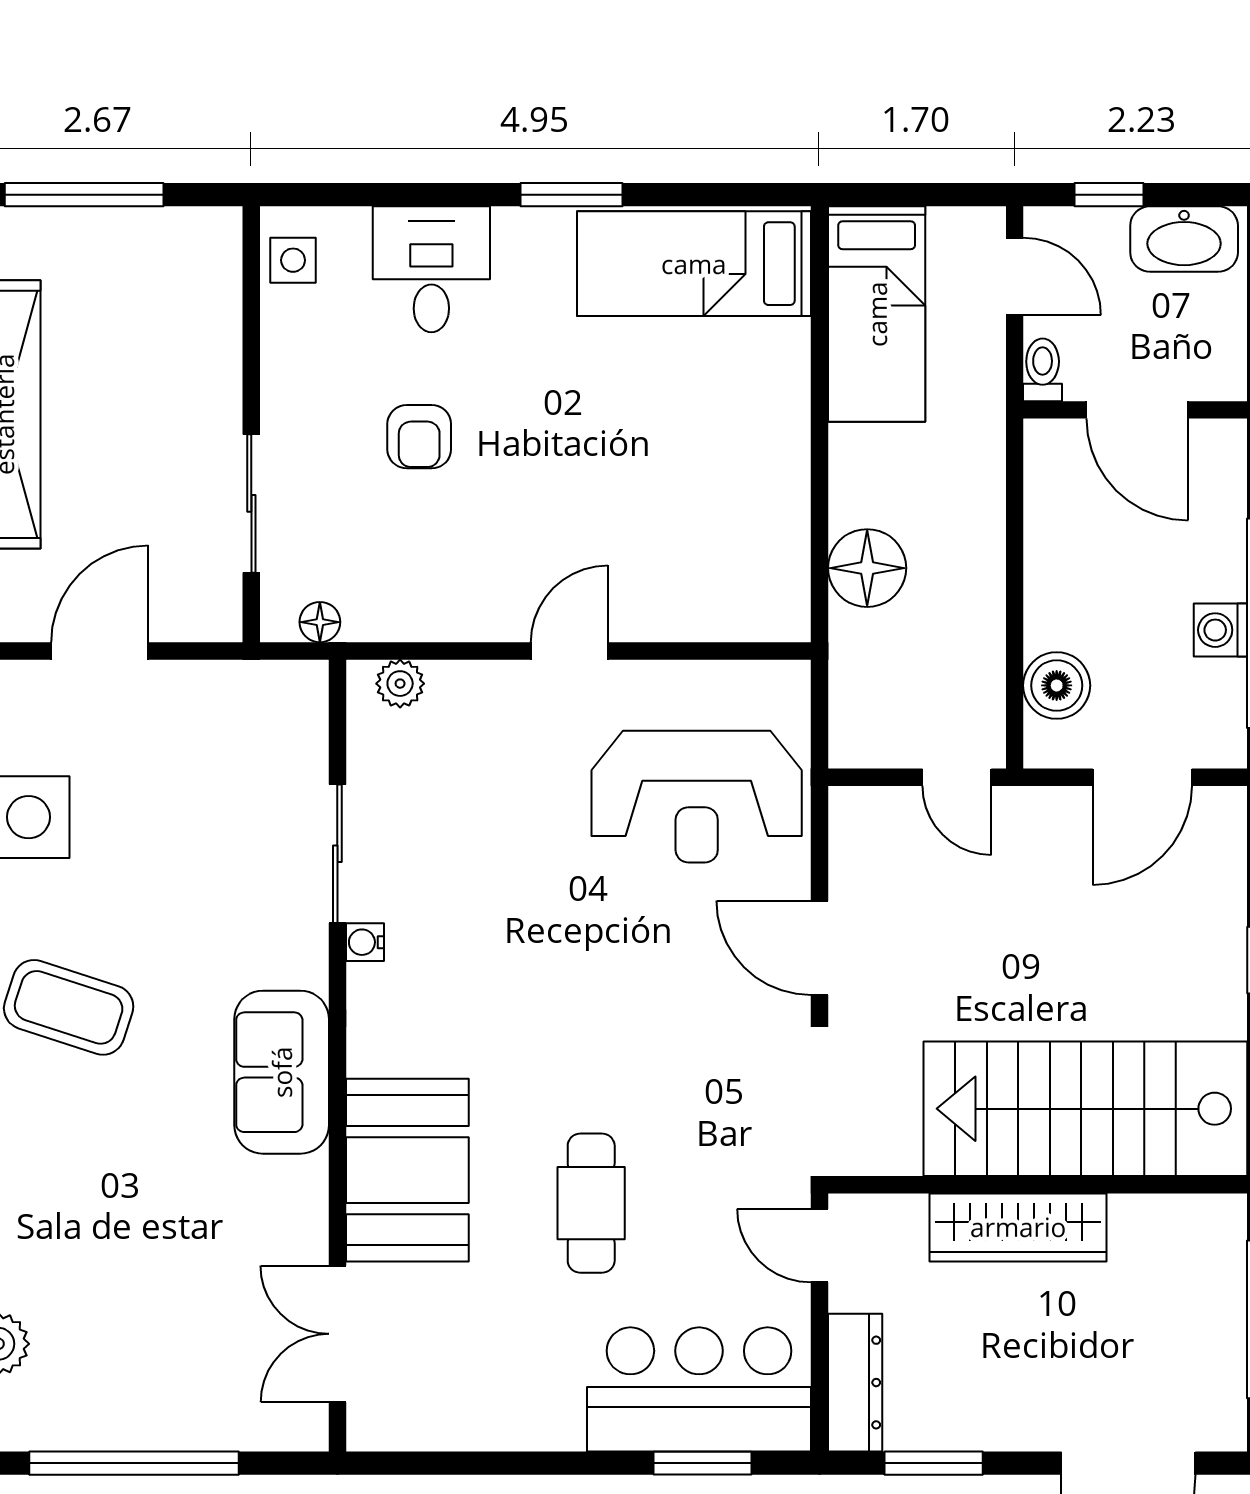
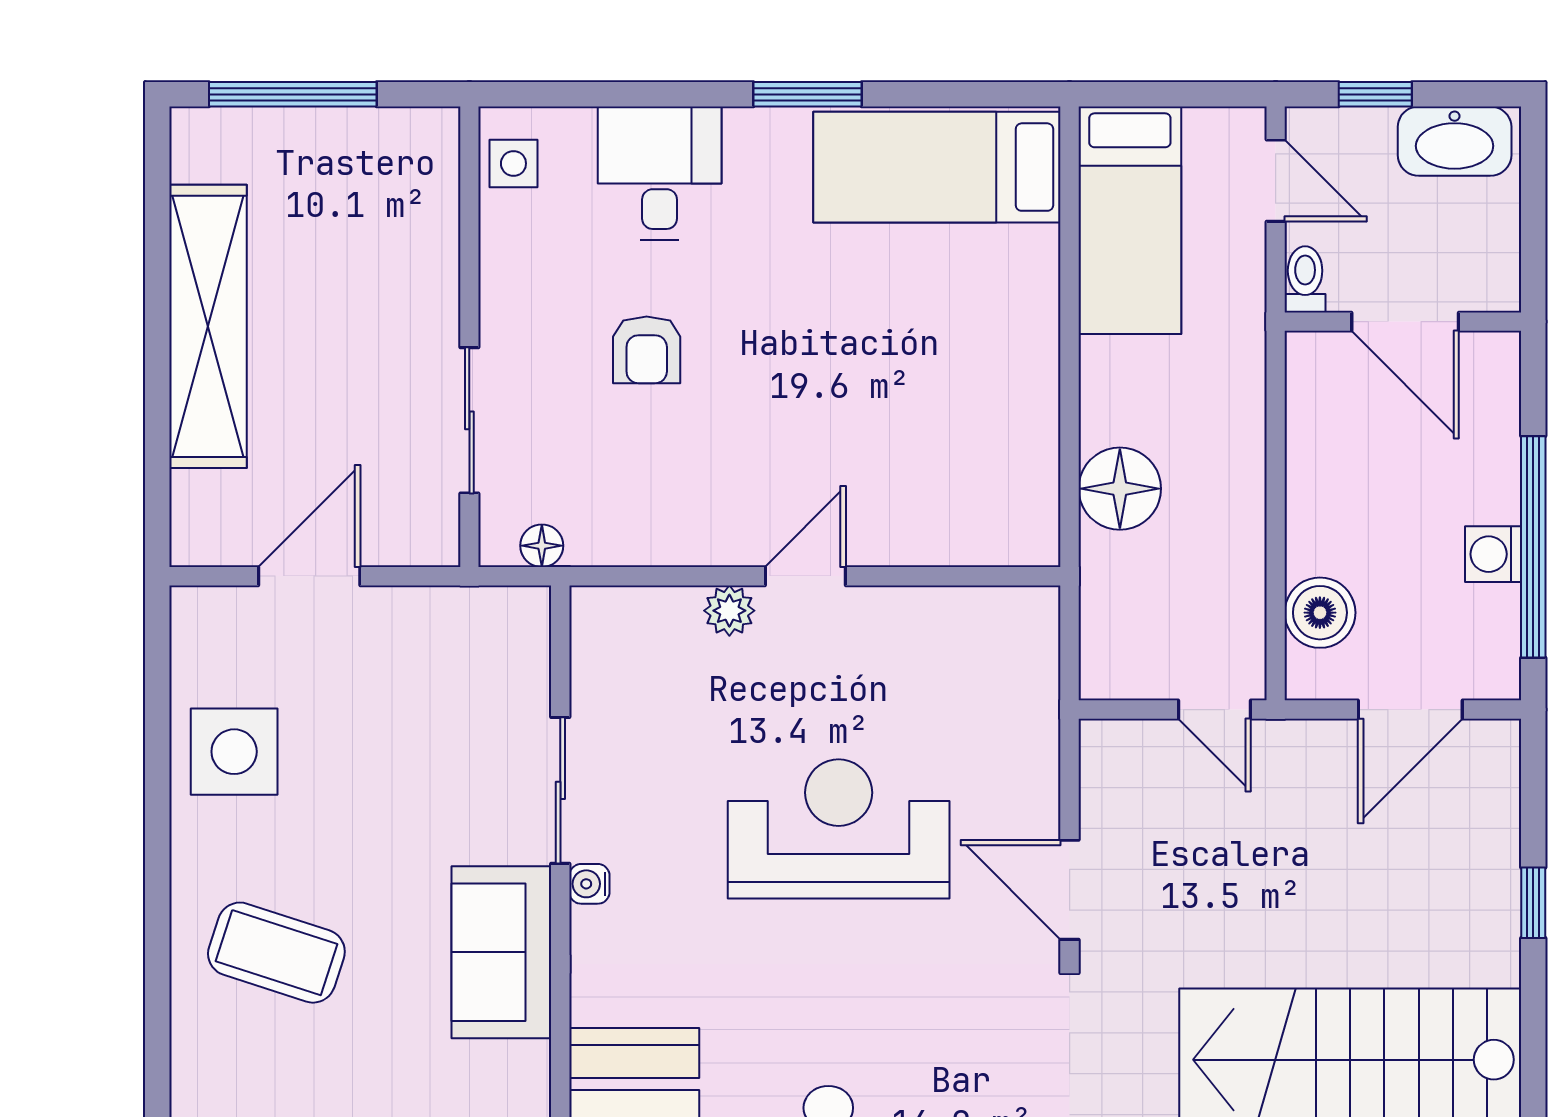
plant: (400, 684) -> (729, 611), moved
reception desk: (697, 797) -> (839, 829), moved, turned 180
sofa: (282, 1072) -> (501, 952), moved

